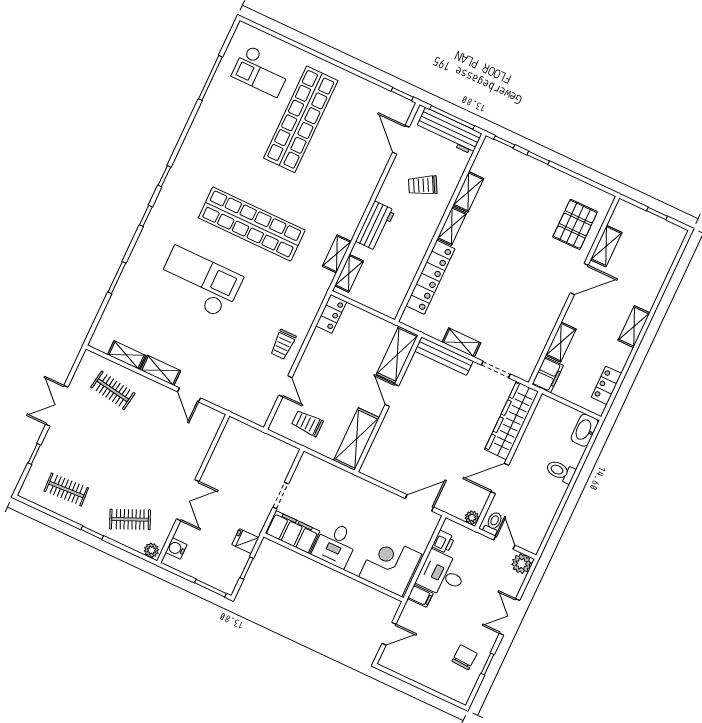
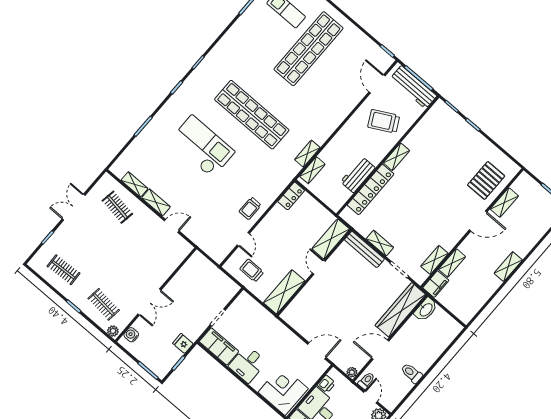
trolley: (423, 185) -> (384, 121), width x1.36, depth x1.39
shelving: (468, 192) -> (434, 260), moved
workbench: (375, 226) -> (358, 175), moved, turned 180
locker: (606, 385) -> (476, 304), removed
door: (189, 395) -> (172, 226), swing flipped
washbasin: (585, 430) -> (426, 310), moved, turned 180
toilet: (561, 471) -> (411, 373), moved
clothes rail: (130, 519) -> (104, 304), turned 30

